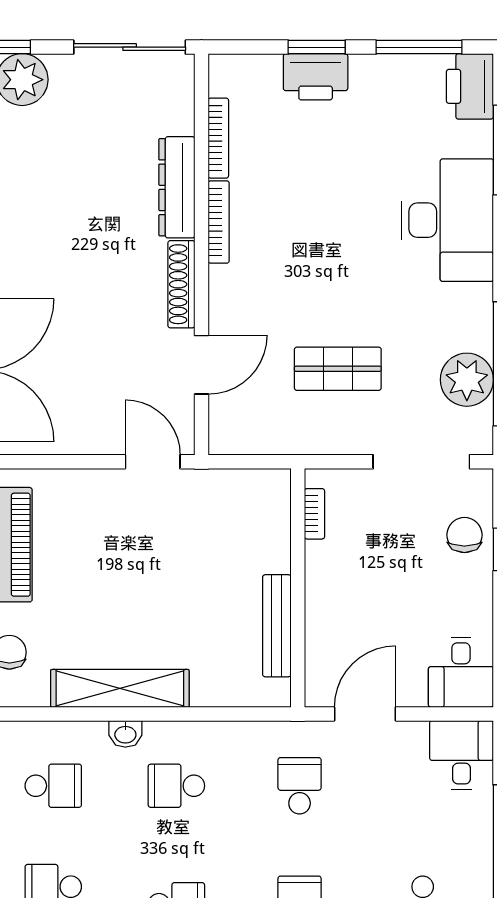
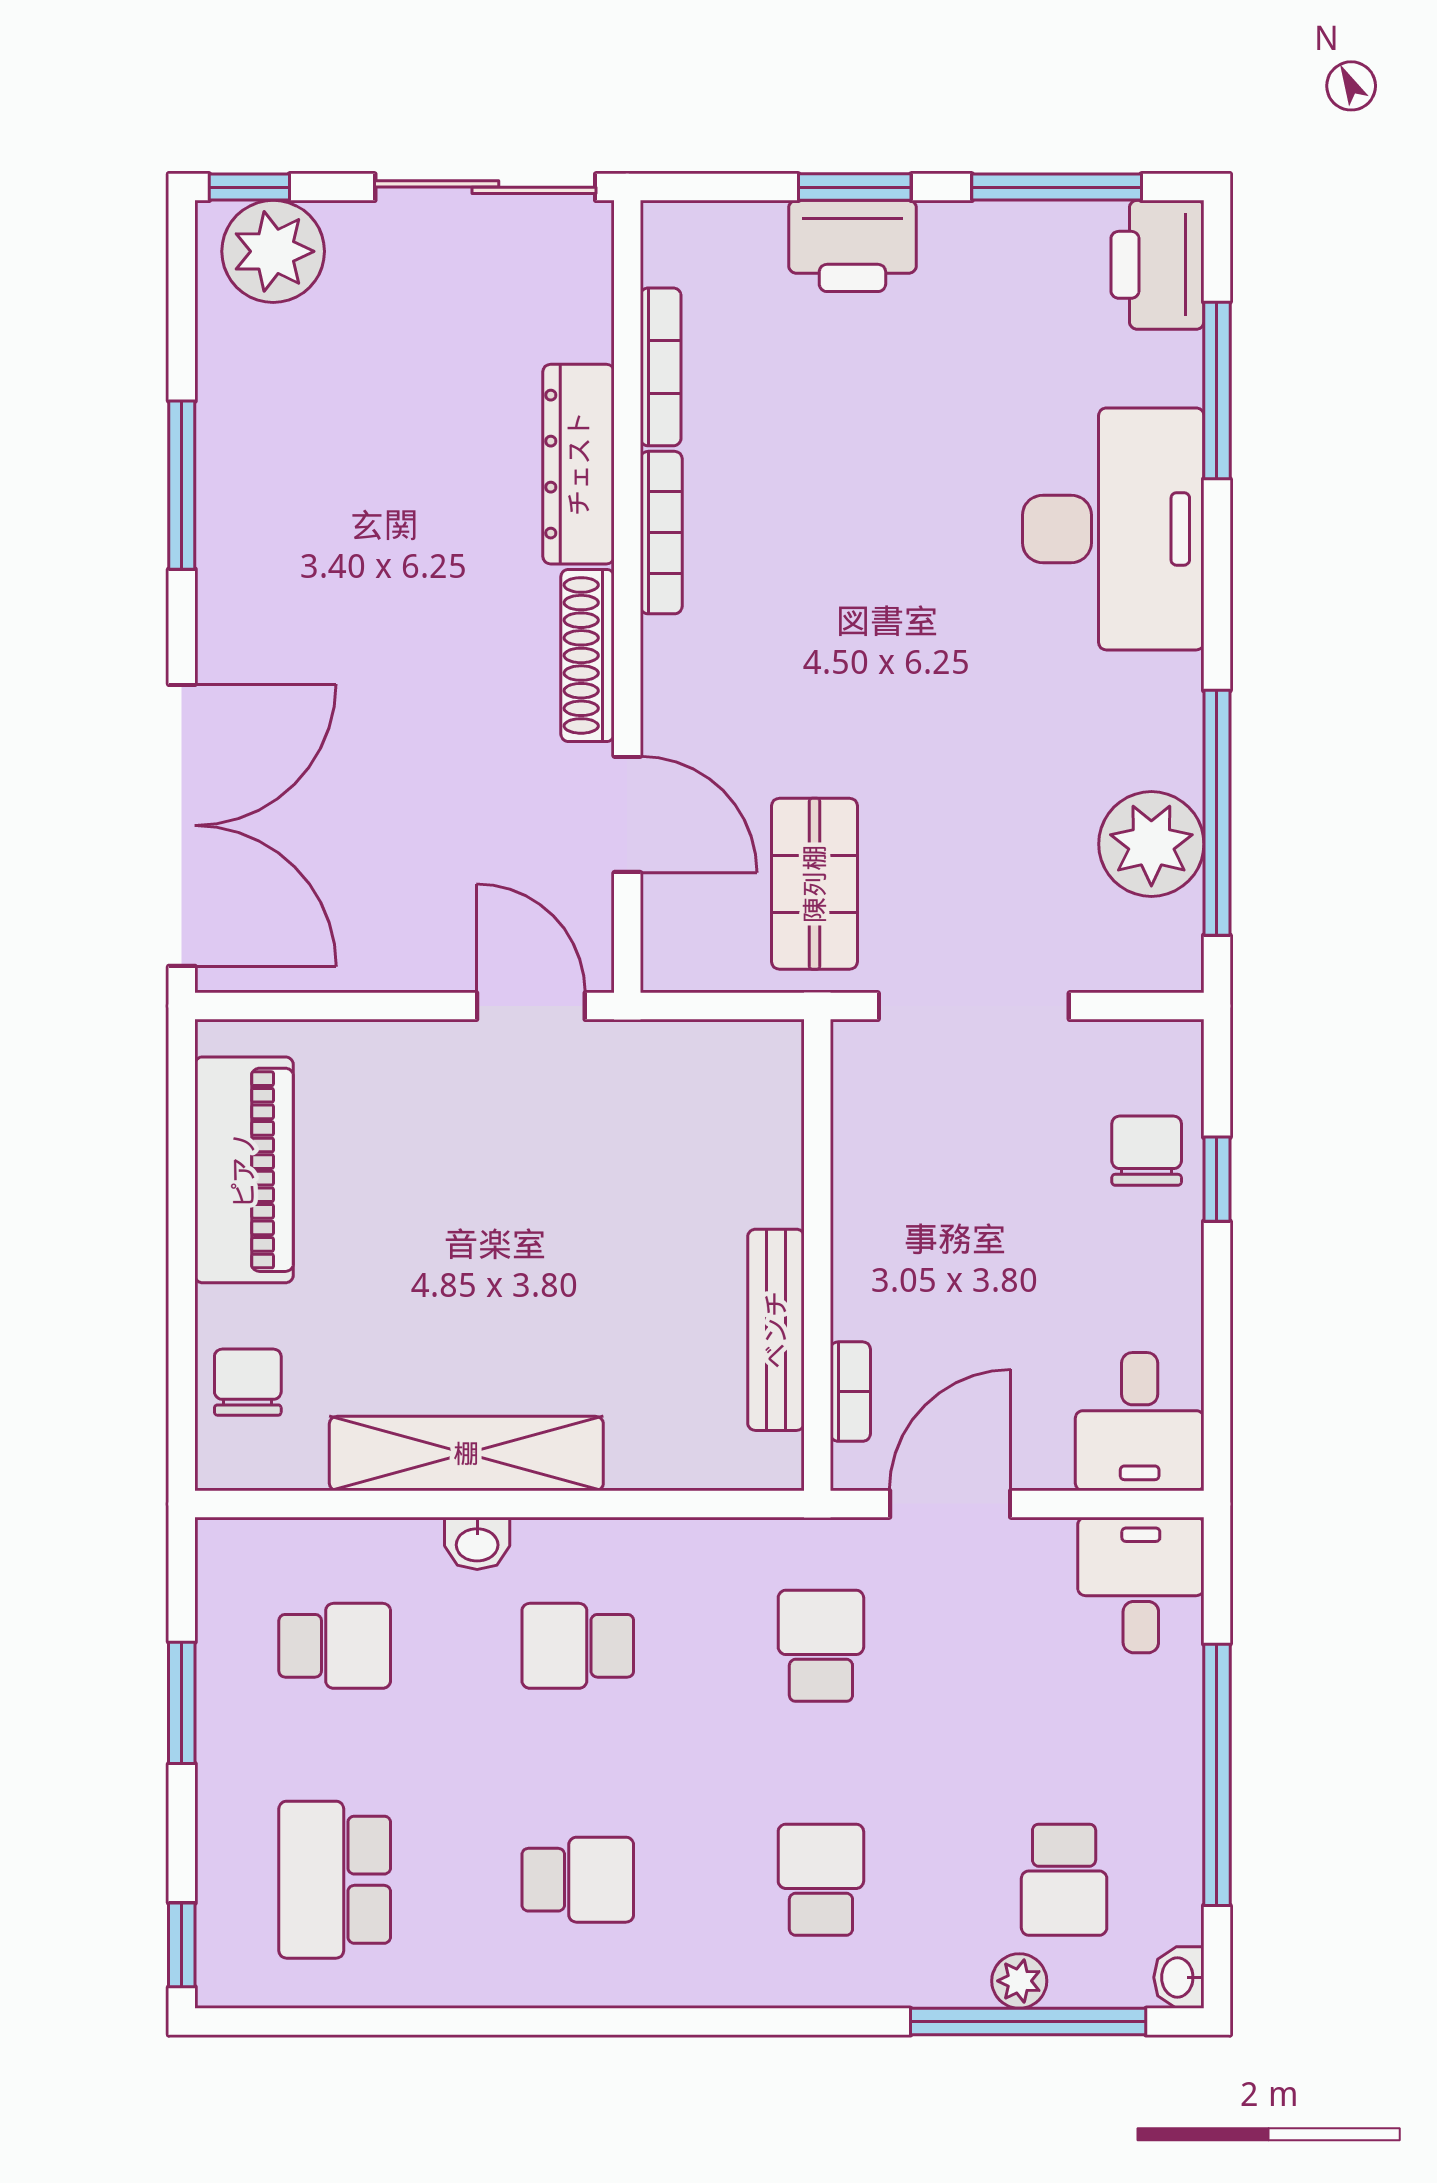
door: (201, 365) -> (627, 814), hinge flipped
shop shelf: (338, 369) -> (815, 884), moved, turned 90
doorway: (421, 462) -> (974, 1006), moved
bookcase: (314, 514) -> (850, 1392), moved

